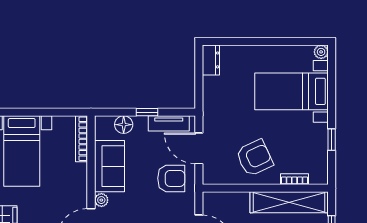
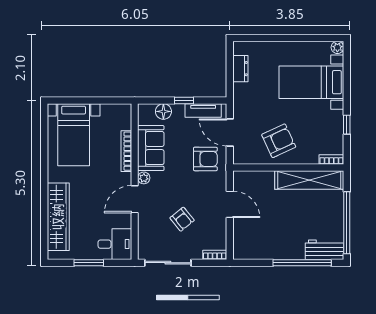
dresser: (211, 60) -> (240, 69), moved
bookcase: (82, 139) -> (126, 151), moved
bookcase: (294, 179) -> (331, 159), moved

